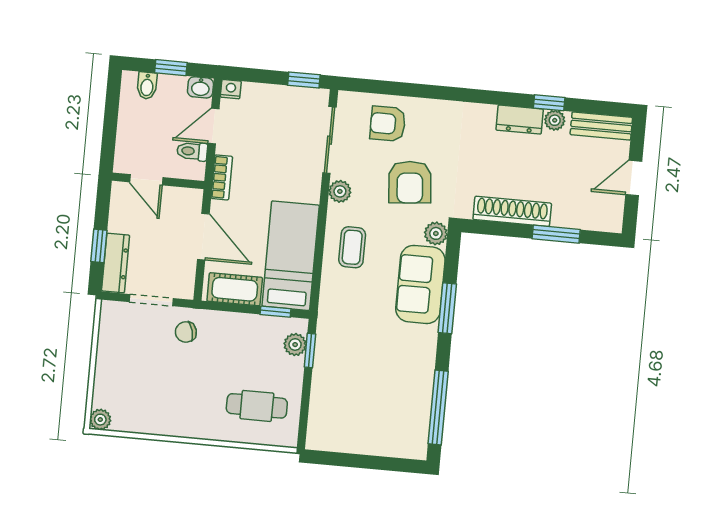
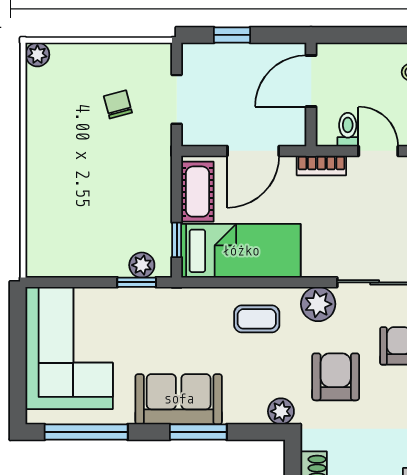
door: (146, 180) -> (311, 81), width x1.37
armchair: (410, 182) -> (336, 377), turned 95
plant: (340, 191) -> (318, 304), width x1.38, depth x1.38
dresser: (116, 263) -> (214, 55), removed
sofa: (420, 284) -> (179, 399), moved
chair: (186, 332) -> (118, 104), moved
cafe table: (257, 406) -> (69, 229), removed
corner sofa: (363, 416) -> (69, 348), added

